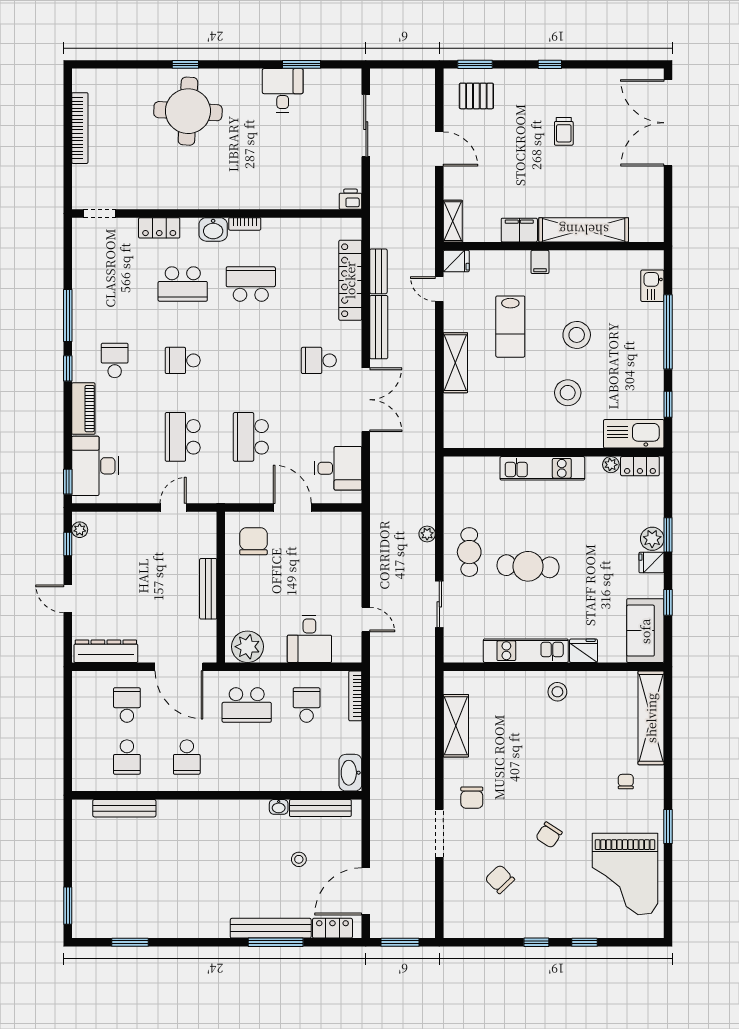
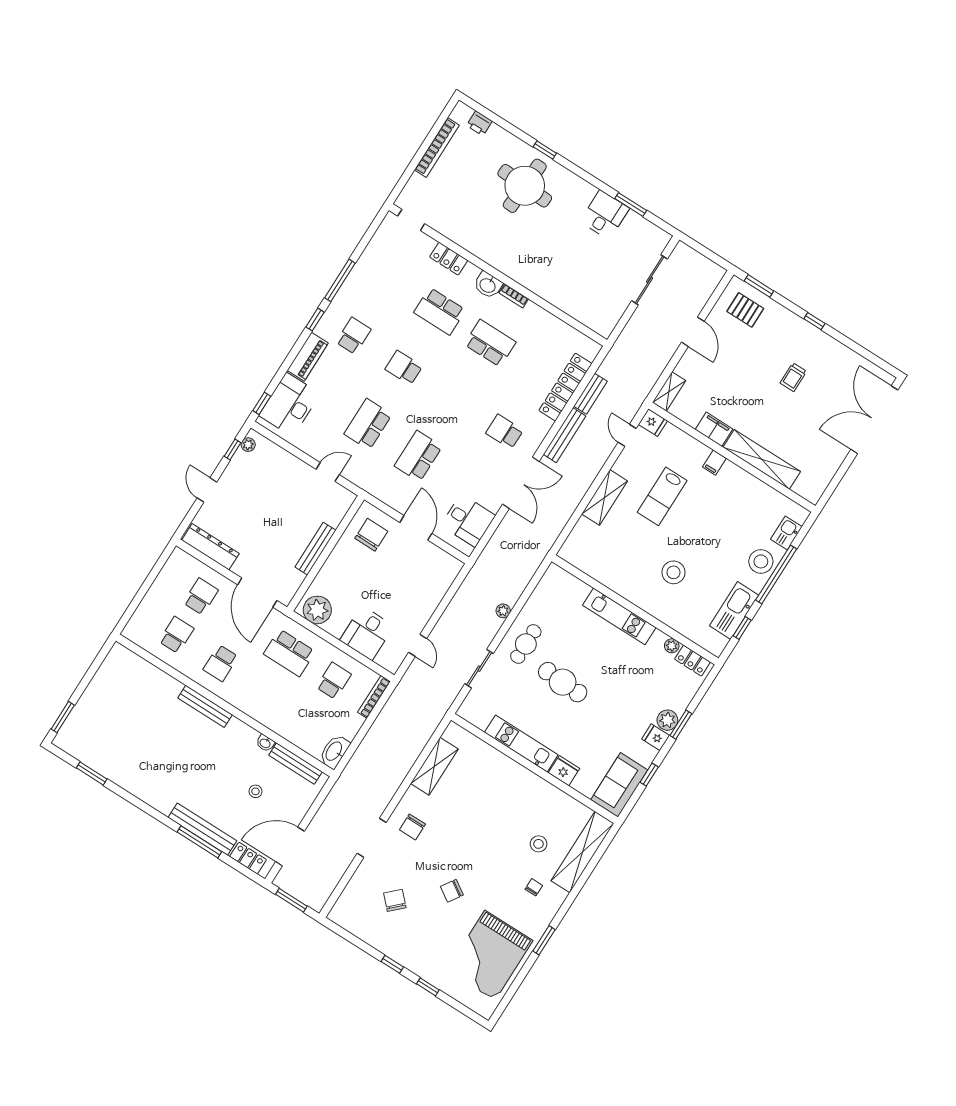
printer: (351, 199) -> (479, 123), moved, turned 180
stool: (577, 335) -> (761, 561), moved
kitchen sink: (634, 434) -> (734, 610), moved, turned -90
stool: (557, 692) -> (539, 844), moved
school desk: (127, 757) -> (176, 635), turned 180
bench: (124, 808) -> (205, 706), moved

